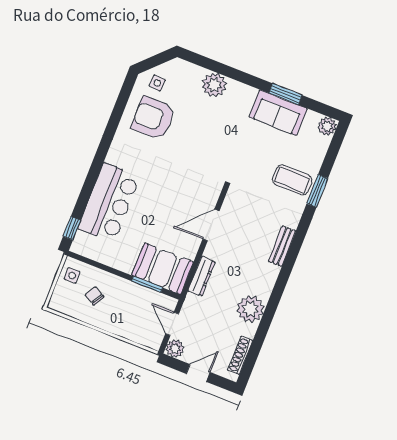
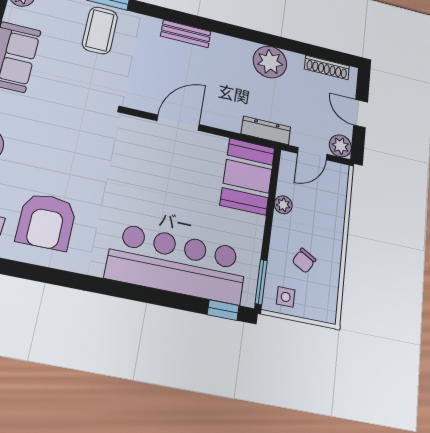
bar counter: (109, 203) -> (177, 264), width x1.36
door: (211, 225) -> (178, 123), swing flipped
dresser: (202, 276) -> (266, 130), moved
window: (147, 284) -> (261, 282), moved
plant: (137, 291) -> (283, 205), added

